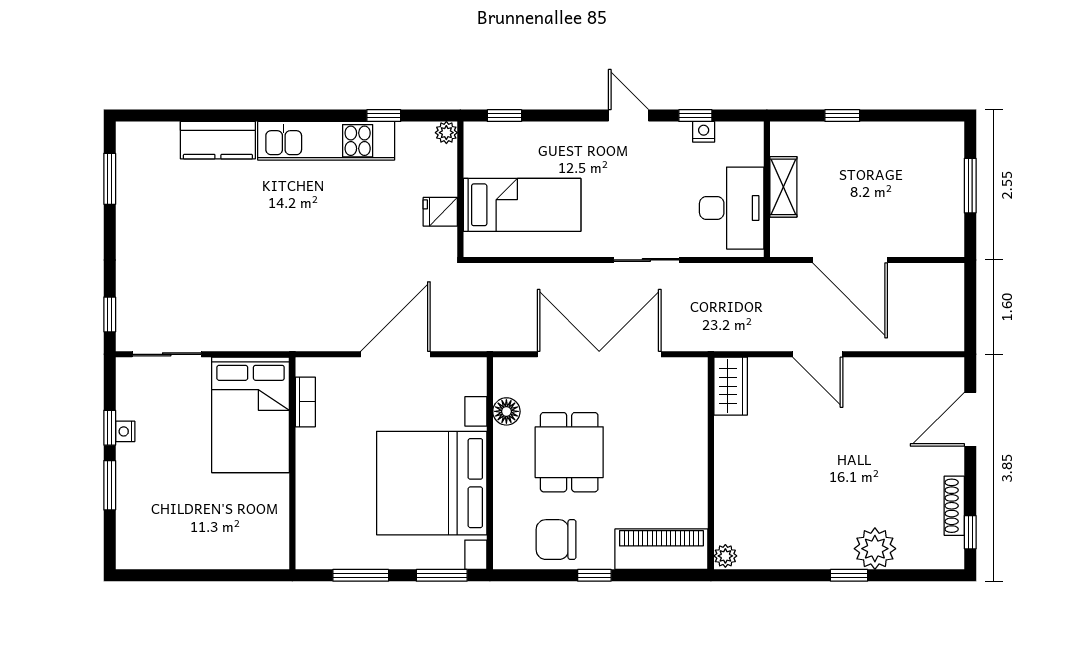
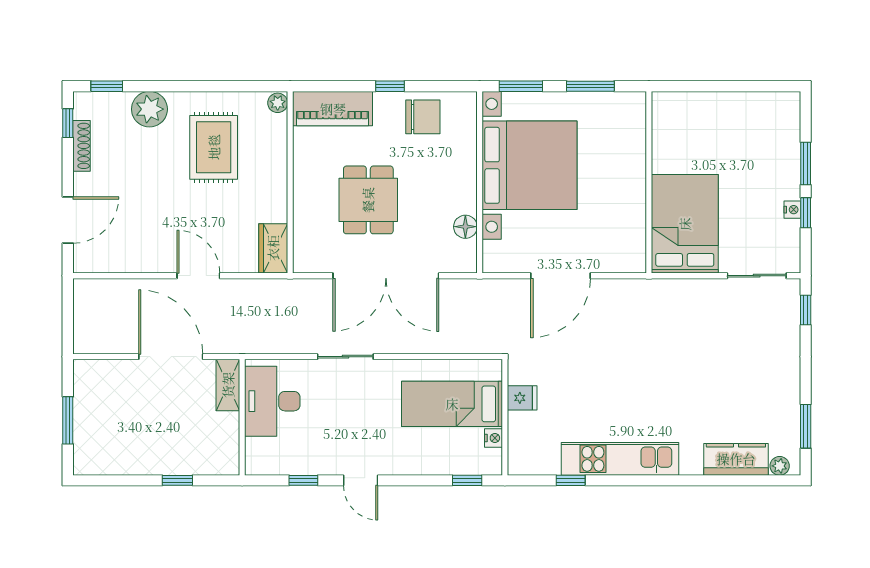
nightstand: (704, 132) -> (493, 438), moved, turned -90
plant: (446, 133) -> (780, 466), moved
kitchen counter: (218, 140) -> (736, 459), moved
shelving: (783, 187) -> (228, 385), moved
bookcase: (305, 402) -> (638, 235), removed
dining table: (569, 452) -> (368, 200), moved
rug: (800, 504) -> (214, 147), added
window: (849, 575) -> (107, 86), moved

